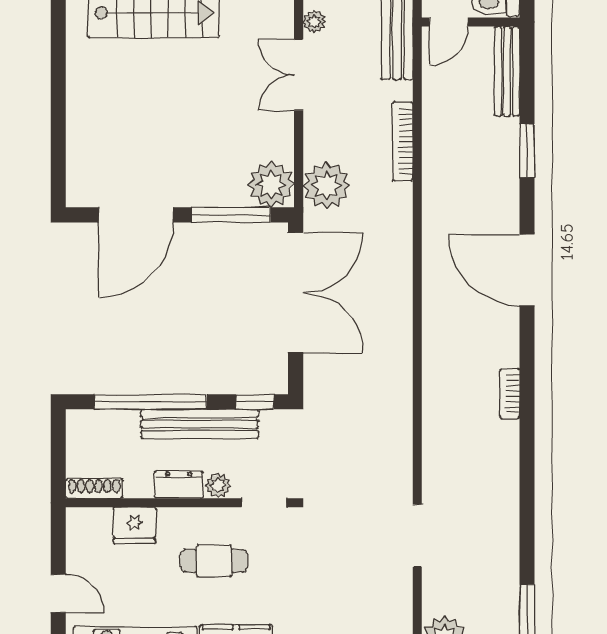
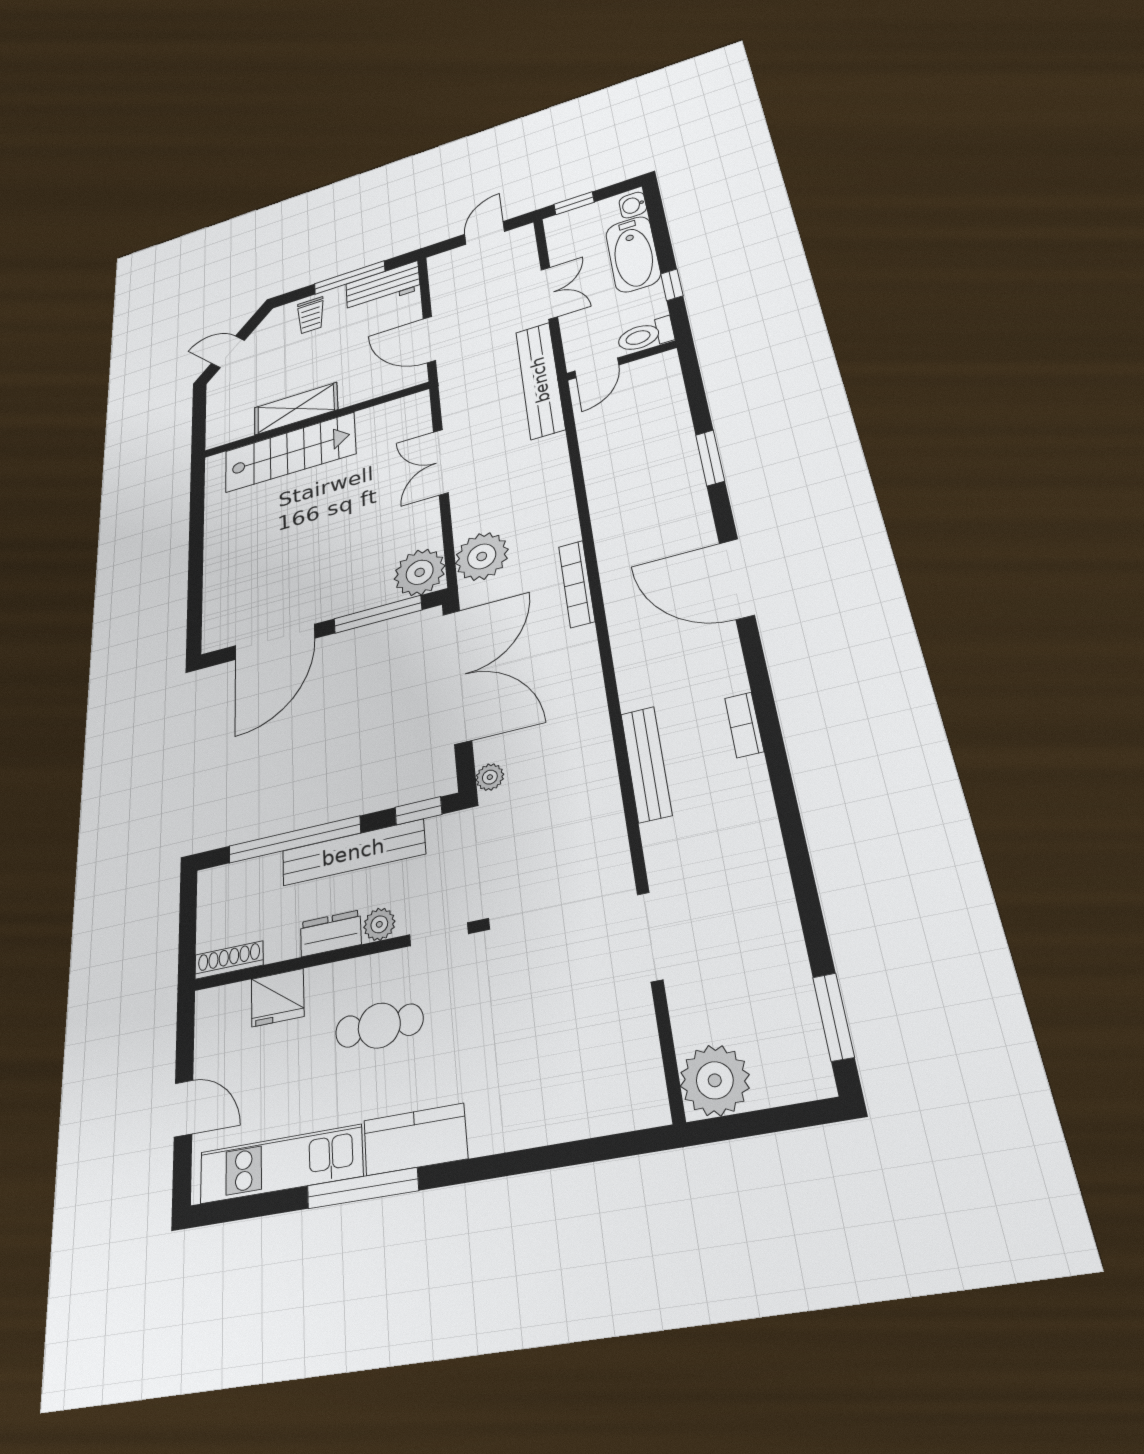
plant: (314, 22) -> (490, 777), moved
bench: (507, 71) -> (646, 764), moved
bookcase: (403, 141) -> (577, 584), moved

